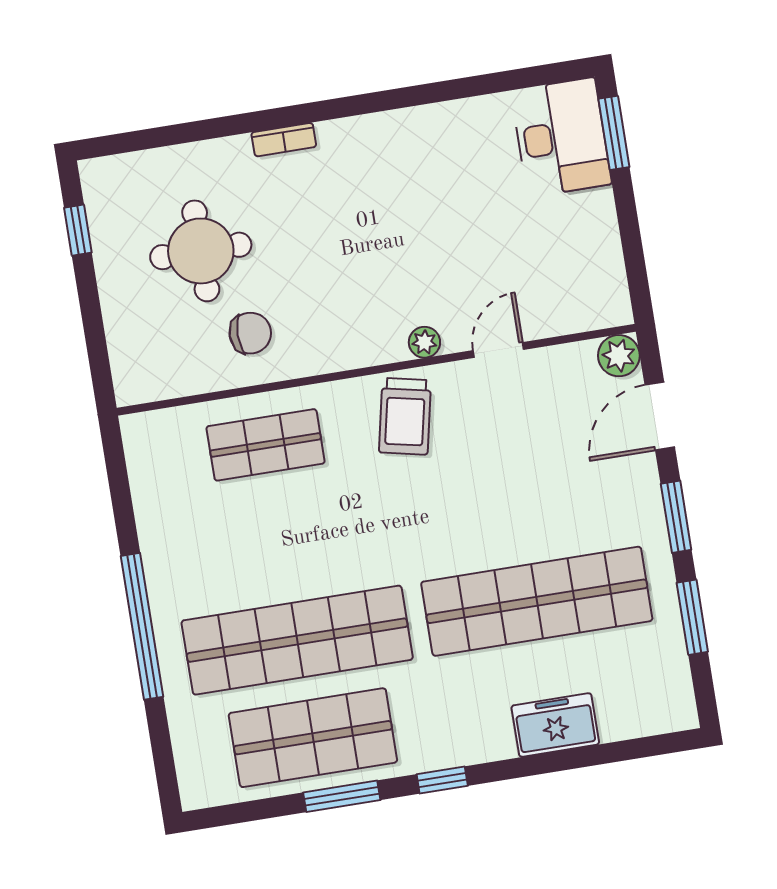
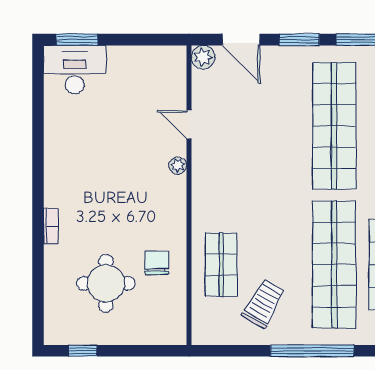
trolley: (405, 416) -> (264, 304), moved, turned -72

